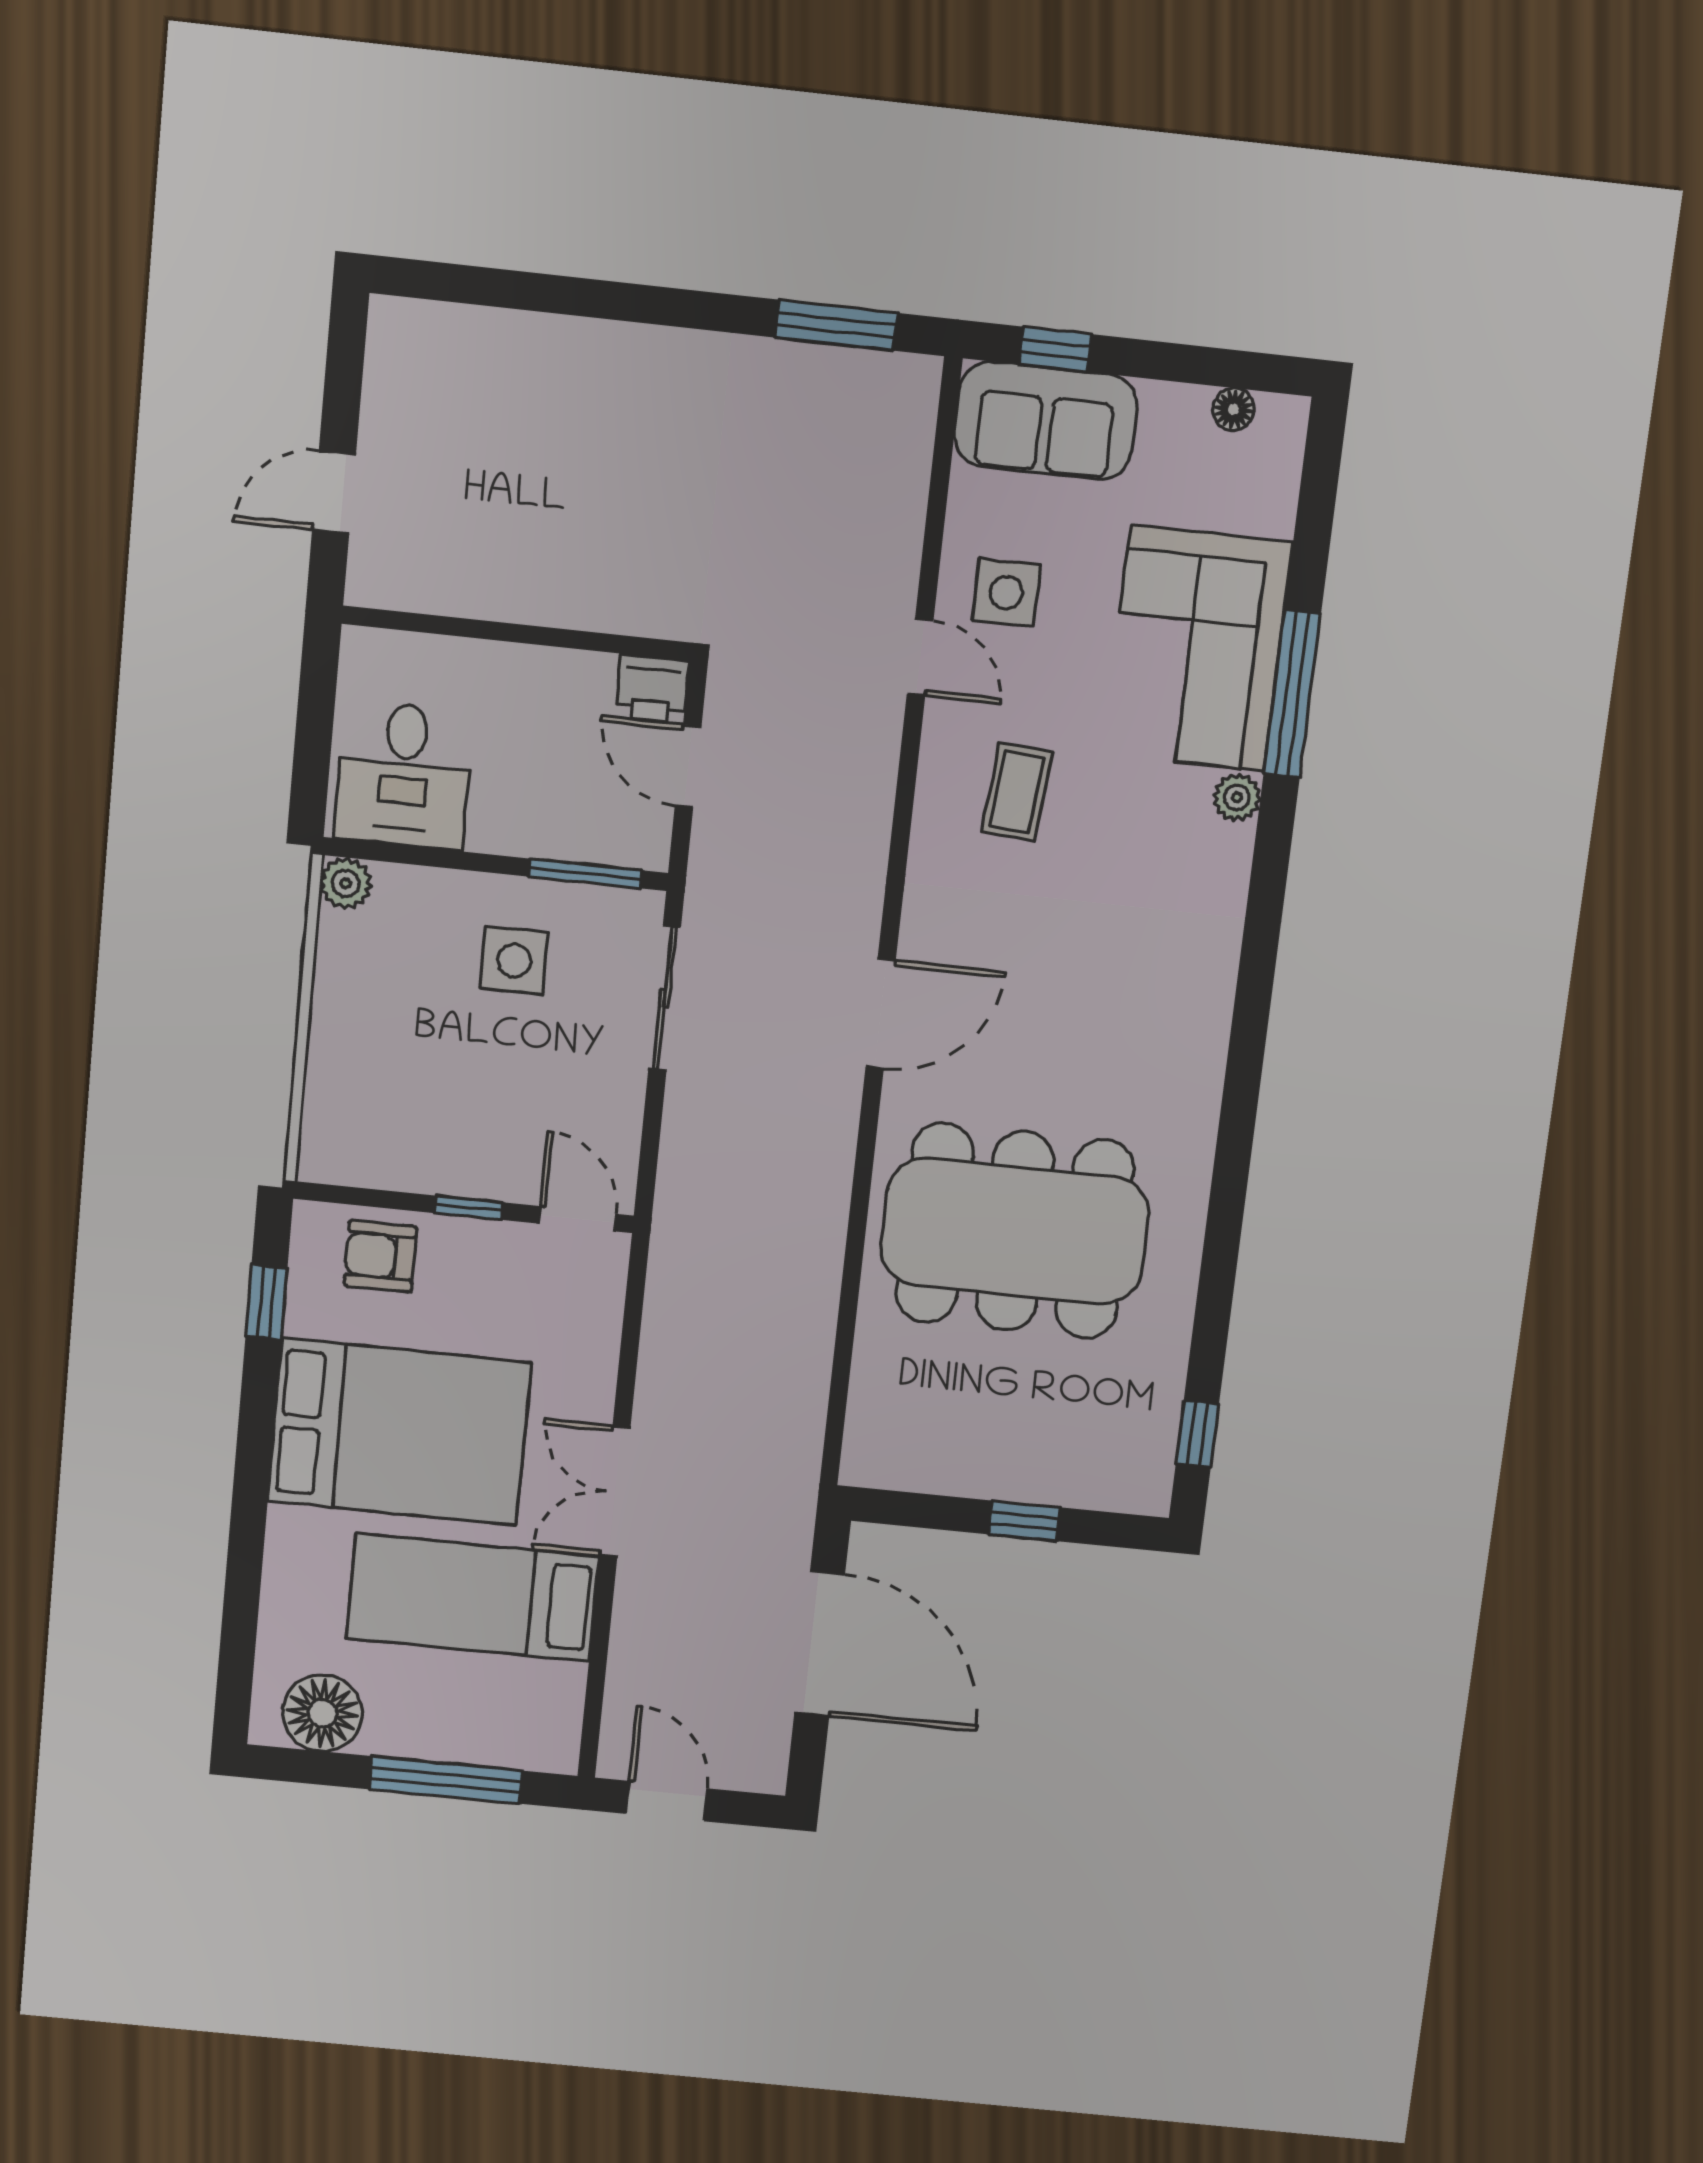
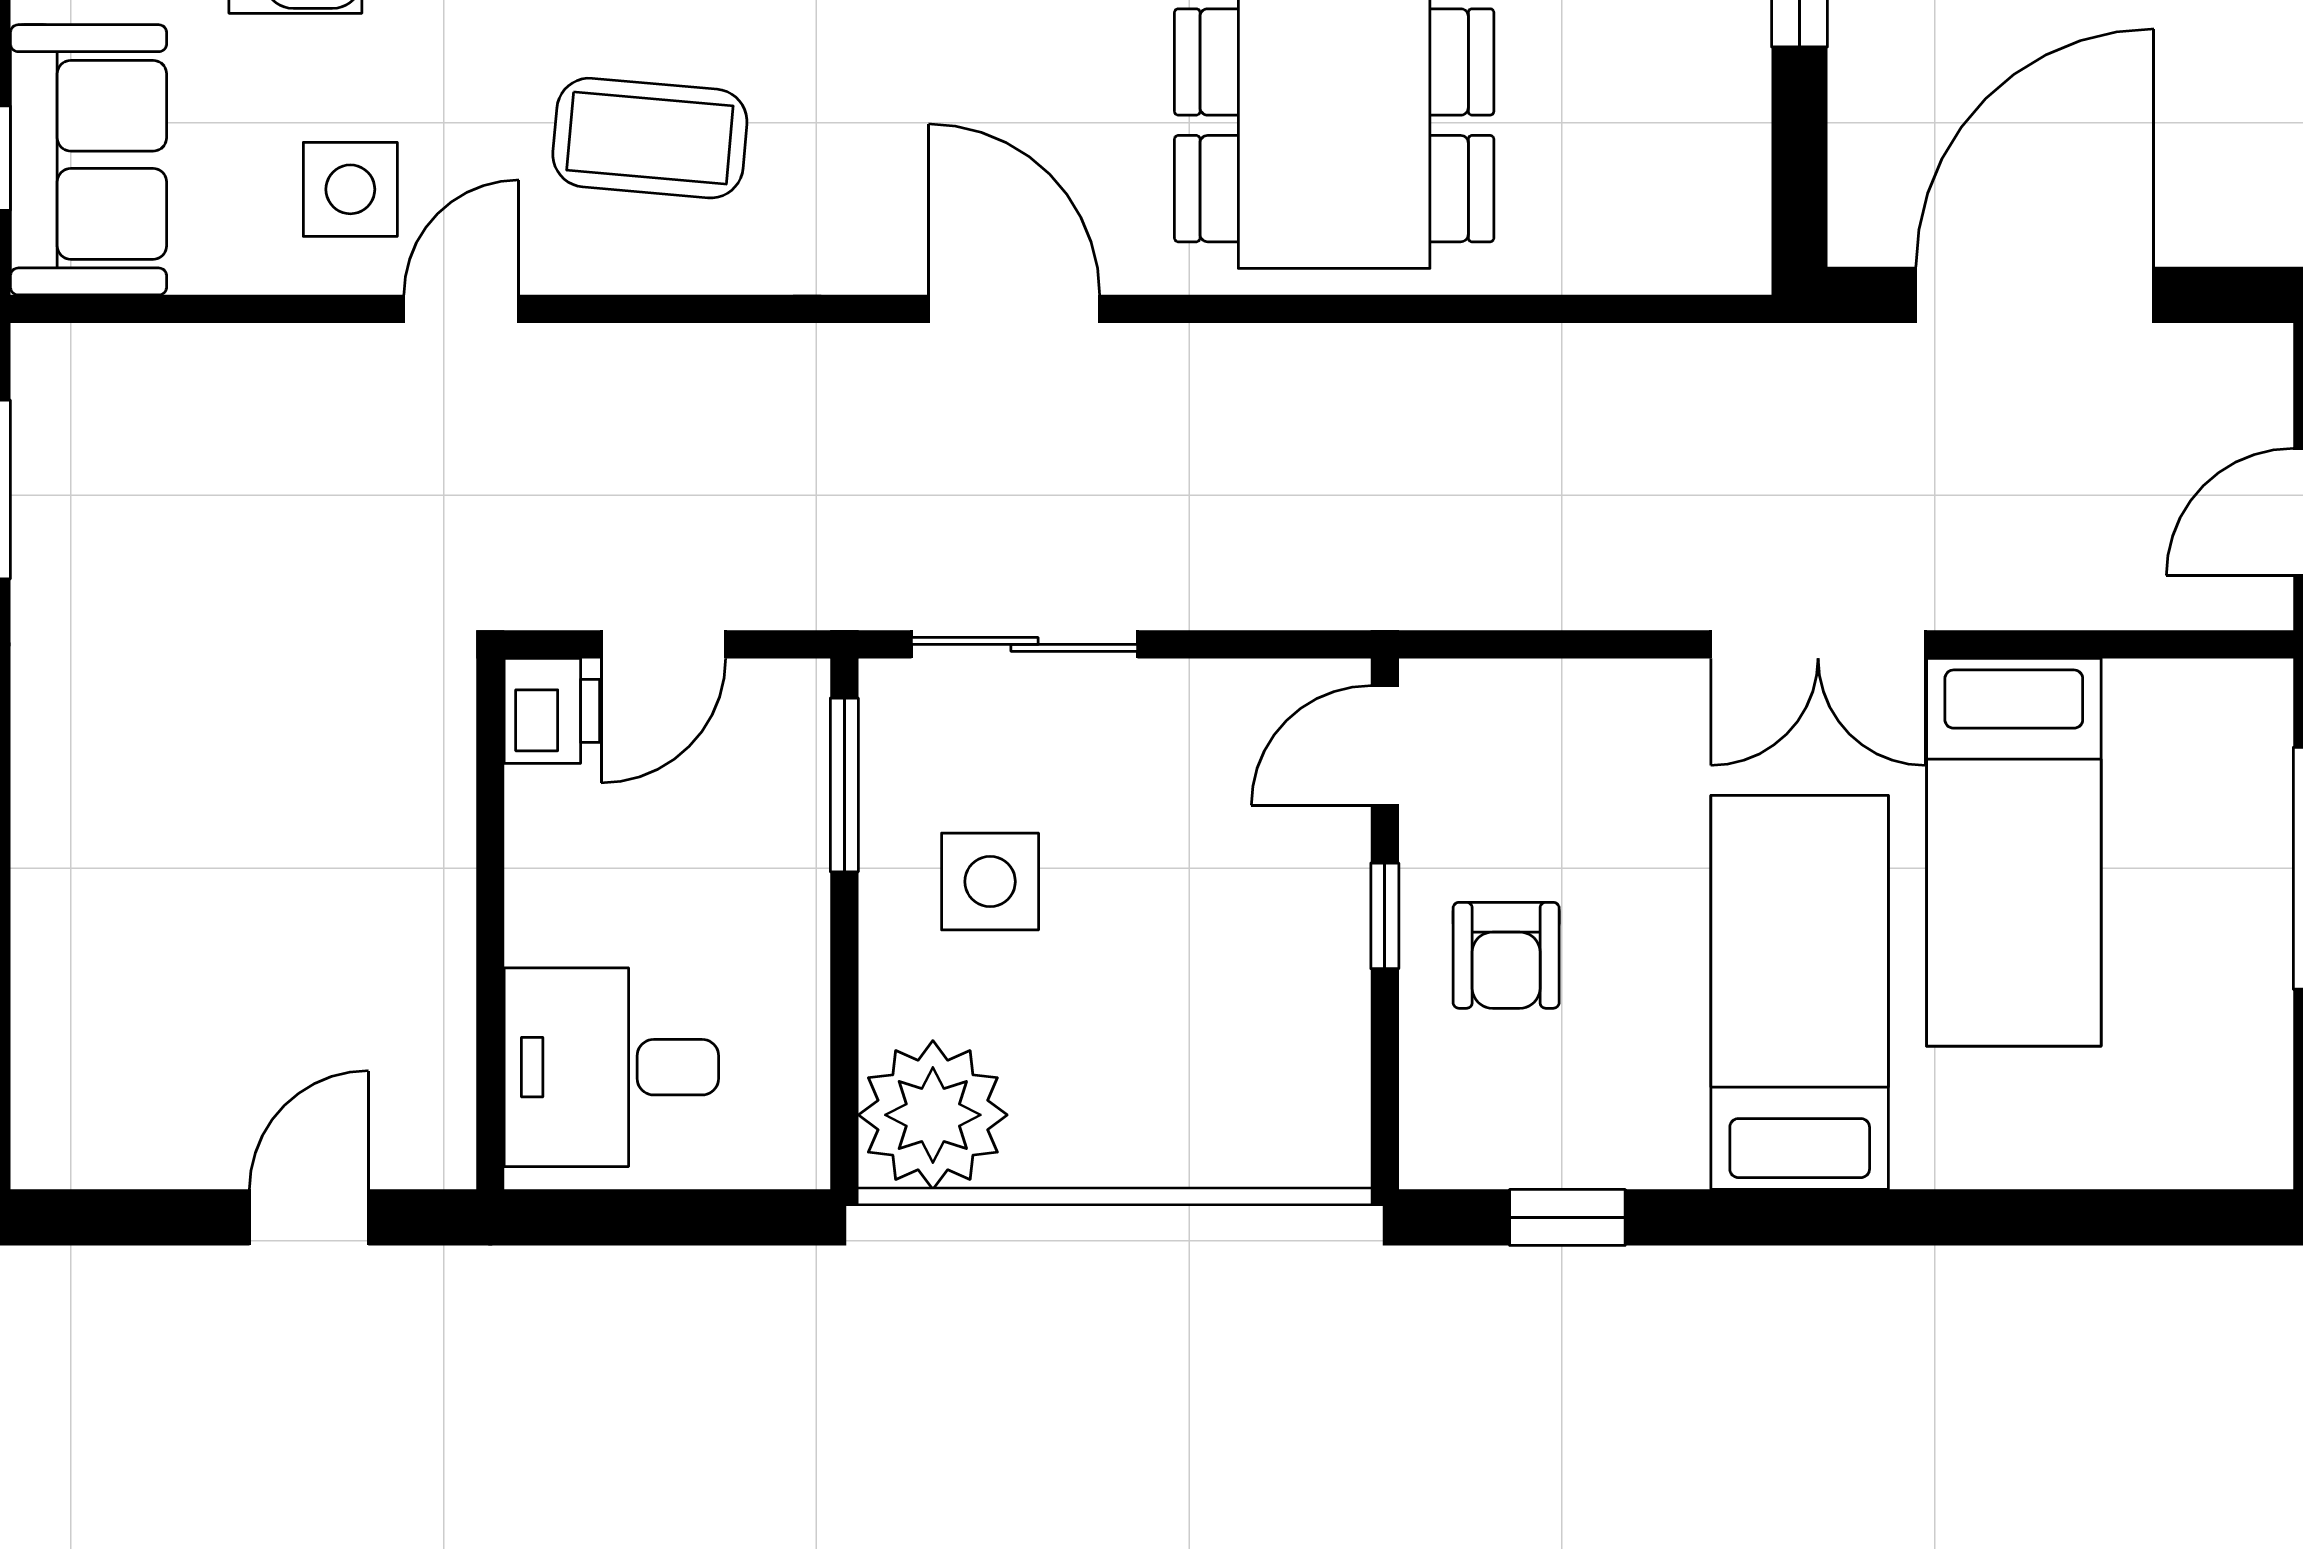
door: (334, 492) -> (309, 1217), swing flipped
desk: (403, 775) -> (611, 1067), moved, turned 180
coffee table: (1017, 792) -> (650, 138), width x1.36, depth x1.30
plant: (346, 883) -> (933, 1115), width x1.88, depth x1.88
armchair: (380, 1256) -> (1506, 955), moved
bed: (399, 1432) -> (1800, 992), width x0.67
floor lamp: (323, 1713) -> (2229, 1074), removed

